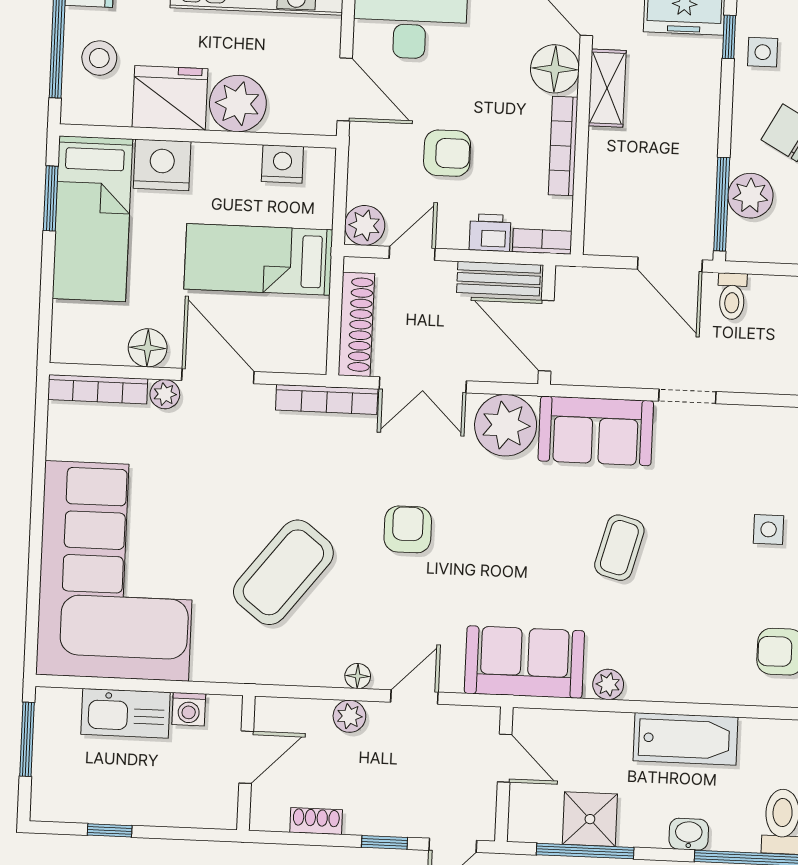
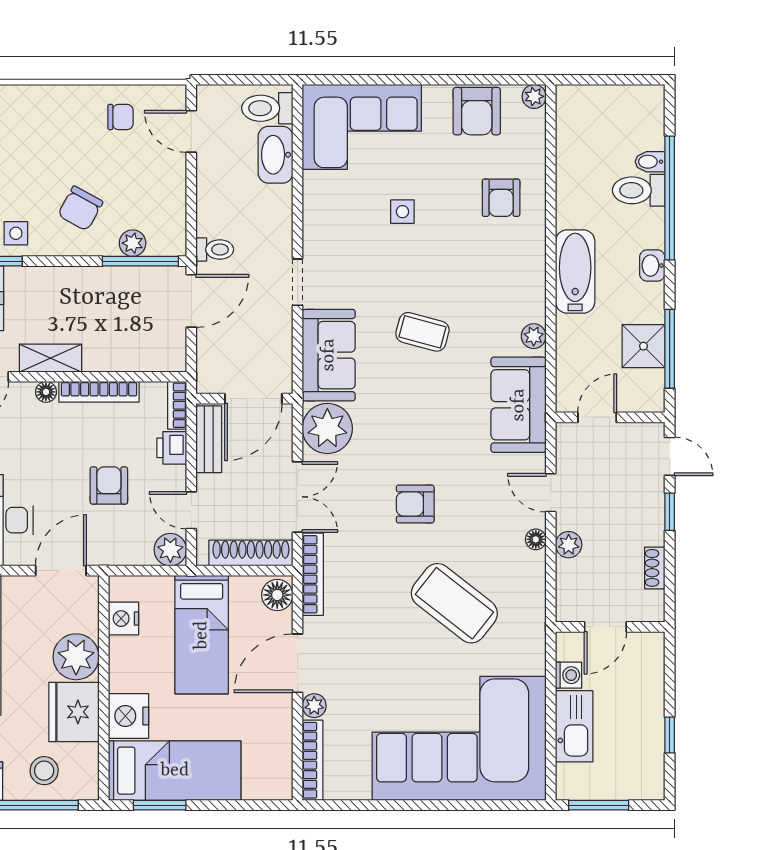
floor lamp: (555, 69) -> (46, 392), width x0.53, depth x0.53
plant: (750, 196) -> (133, 243), width x0.73, depth x0.73
floor lamp: (148, 348) -> (277, 595), moved
door: (246, 757) -> (605, 627), swing flipped

